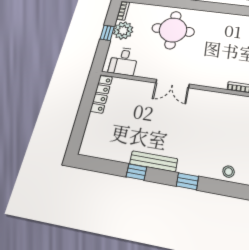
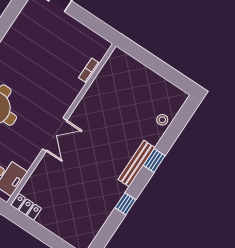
locker: (101, 94) -> (26, 207), width x0.66
bench: (154, 161) -> (137, 164), moved

